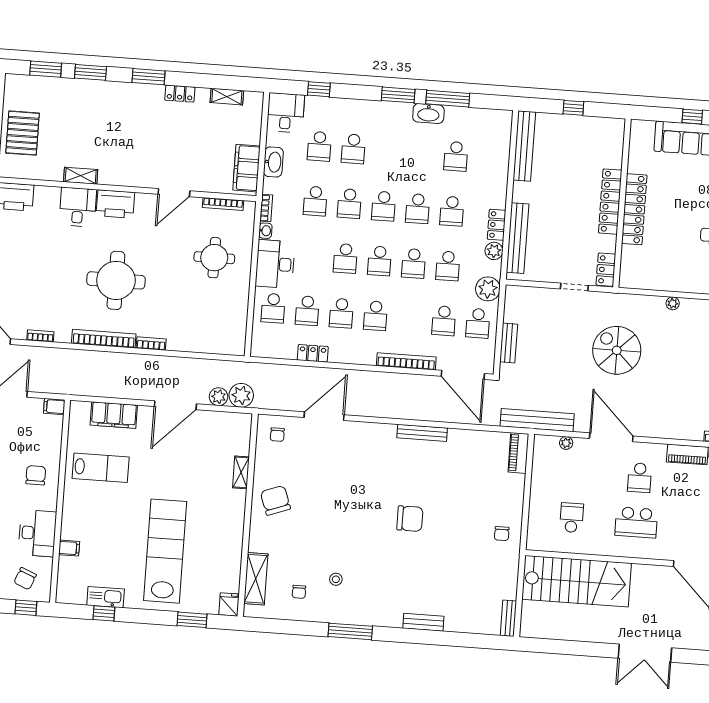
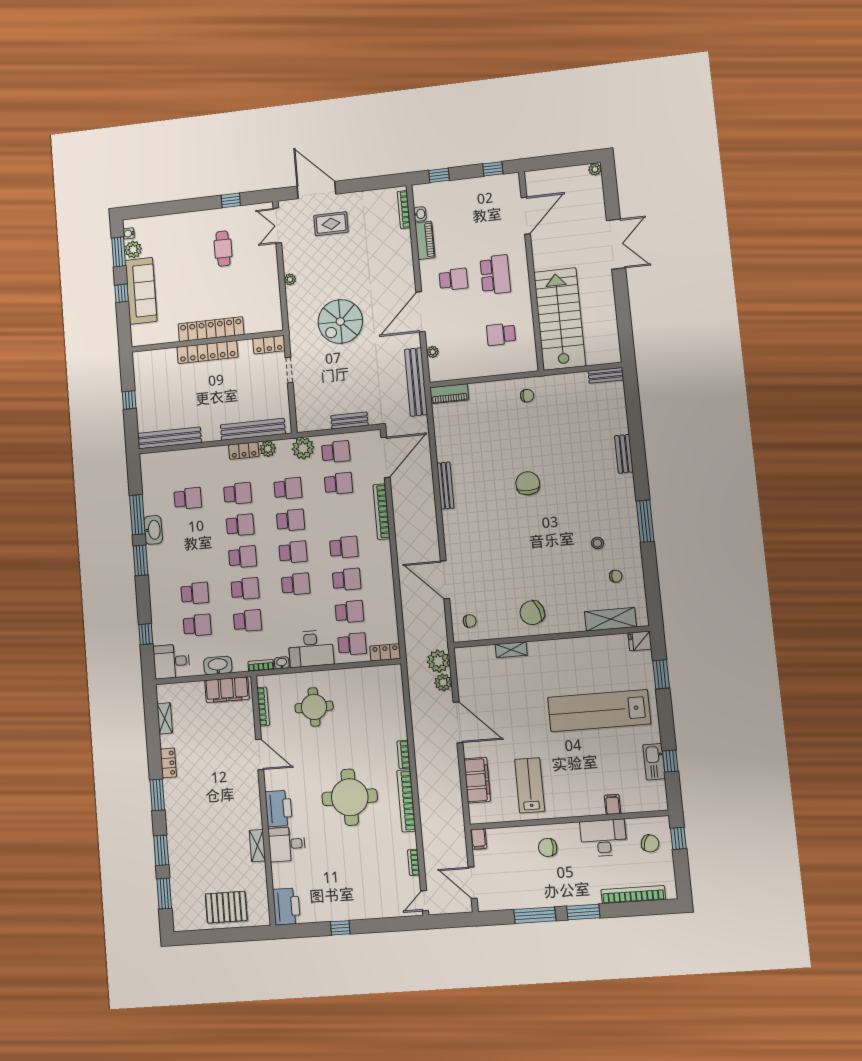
locker: (313, 353) -> (385, 652), moved, turned 90

